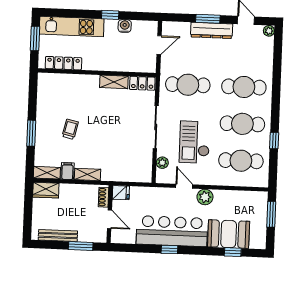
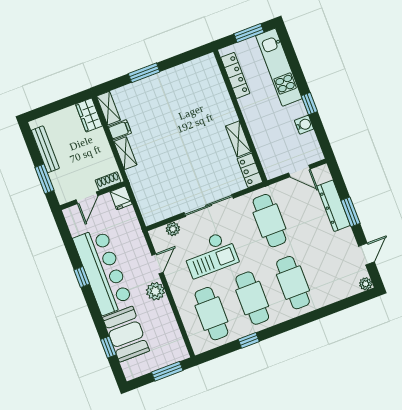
dresser: (212, 30) -> (334, 206), moved
trolley: (70, 129) -> (167, 113), removed
checkout: (195, 142) -> (210, 255), turned 180

